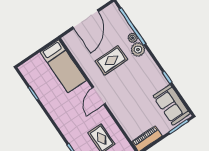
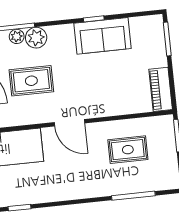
rug: (111, 60) -> (31, 81), turned 90
sofa: (172, 105) -> (103, 36), moved

